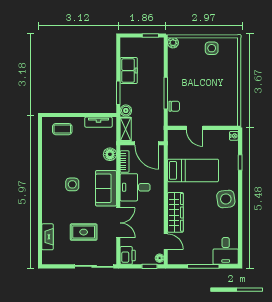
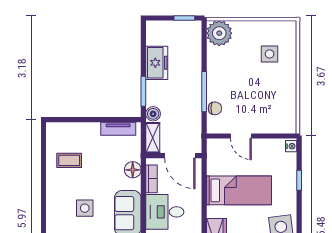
plant: (173, 43) -> (219, 33), width x1.88, depth x1.88
side table: (212, 48) -> (270, 54), moved
coffee table: (62, 129) -> (69, 160), moved

